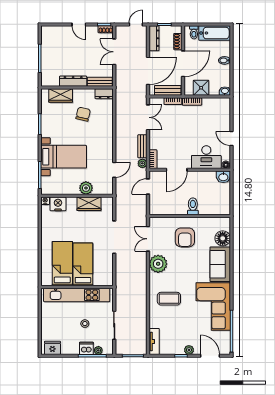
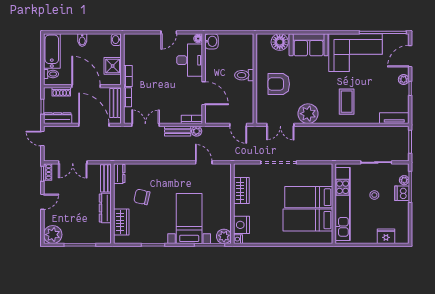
plant: (49, 34) -> (53, 235), added
door: (148, 186) -> (238, 125), moved
plant: (86, 188) -> (224, 236), moved
armchair: (185, 237) -> (279, 84), turned 180
fridge: (52, 348) -> (386, 236), moved, turned 90

